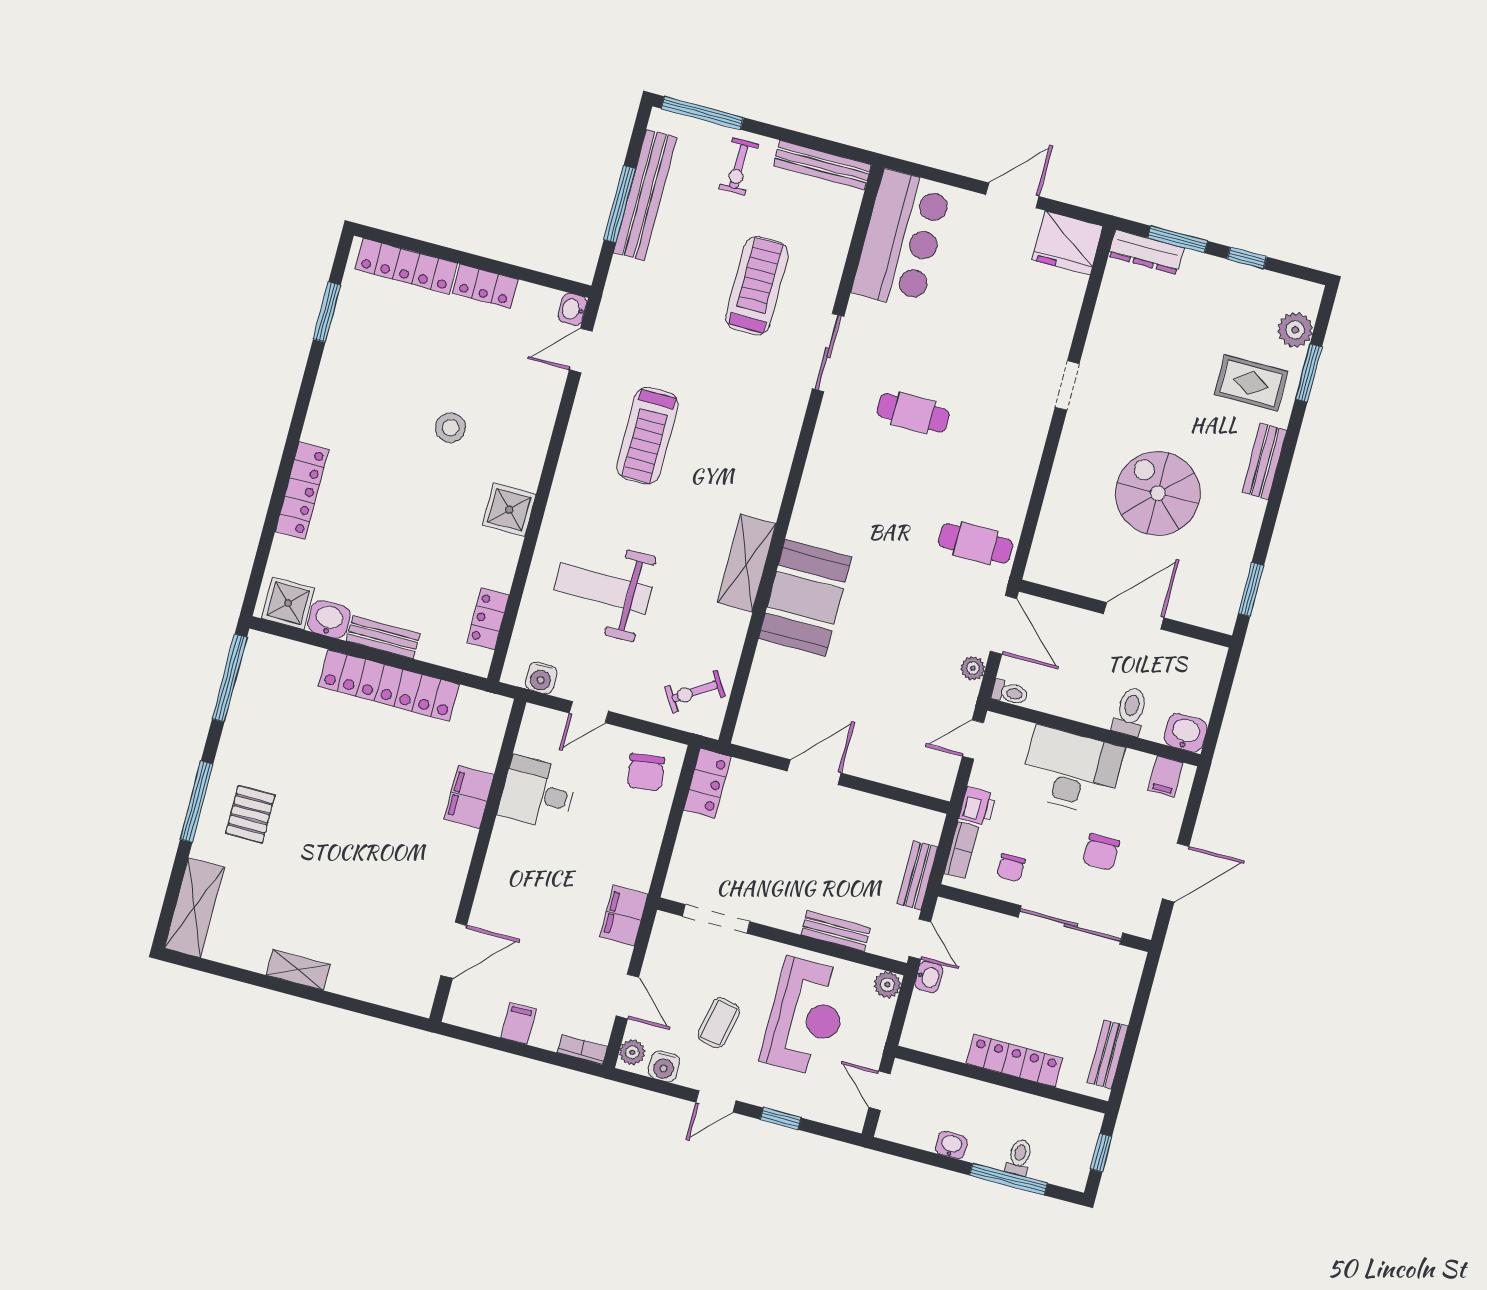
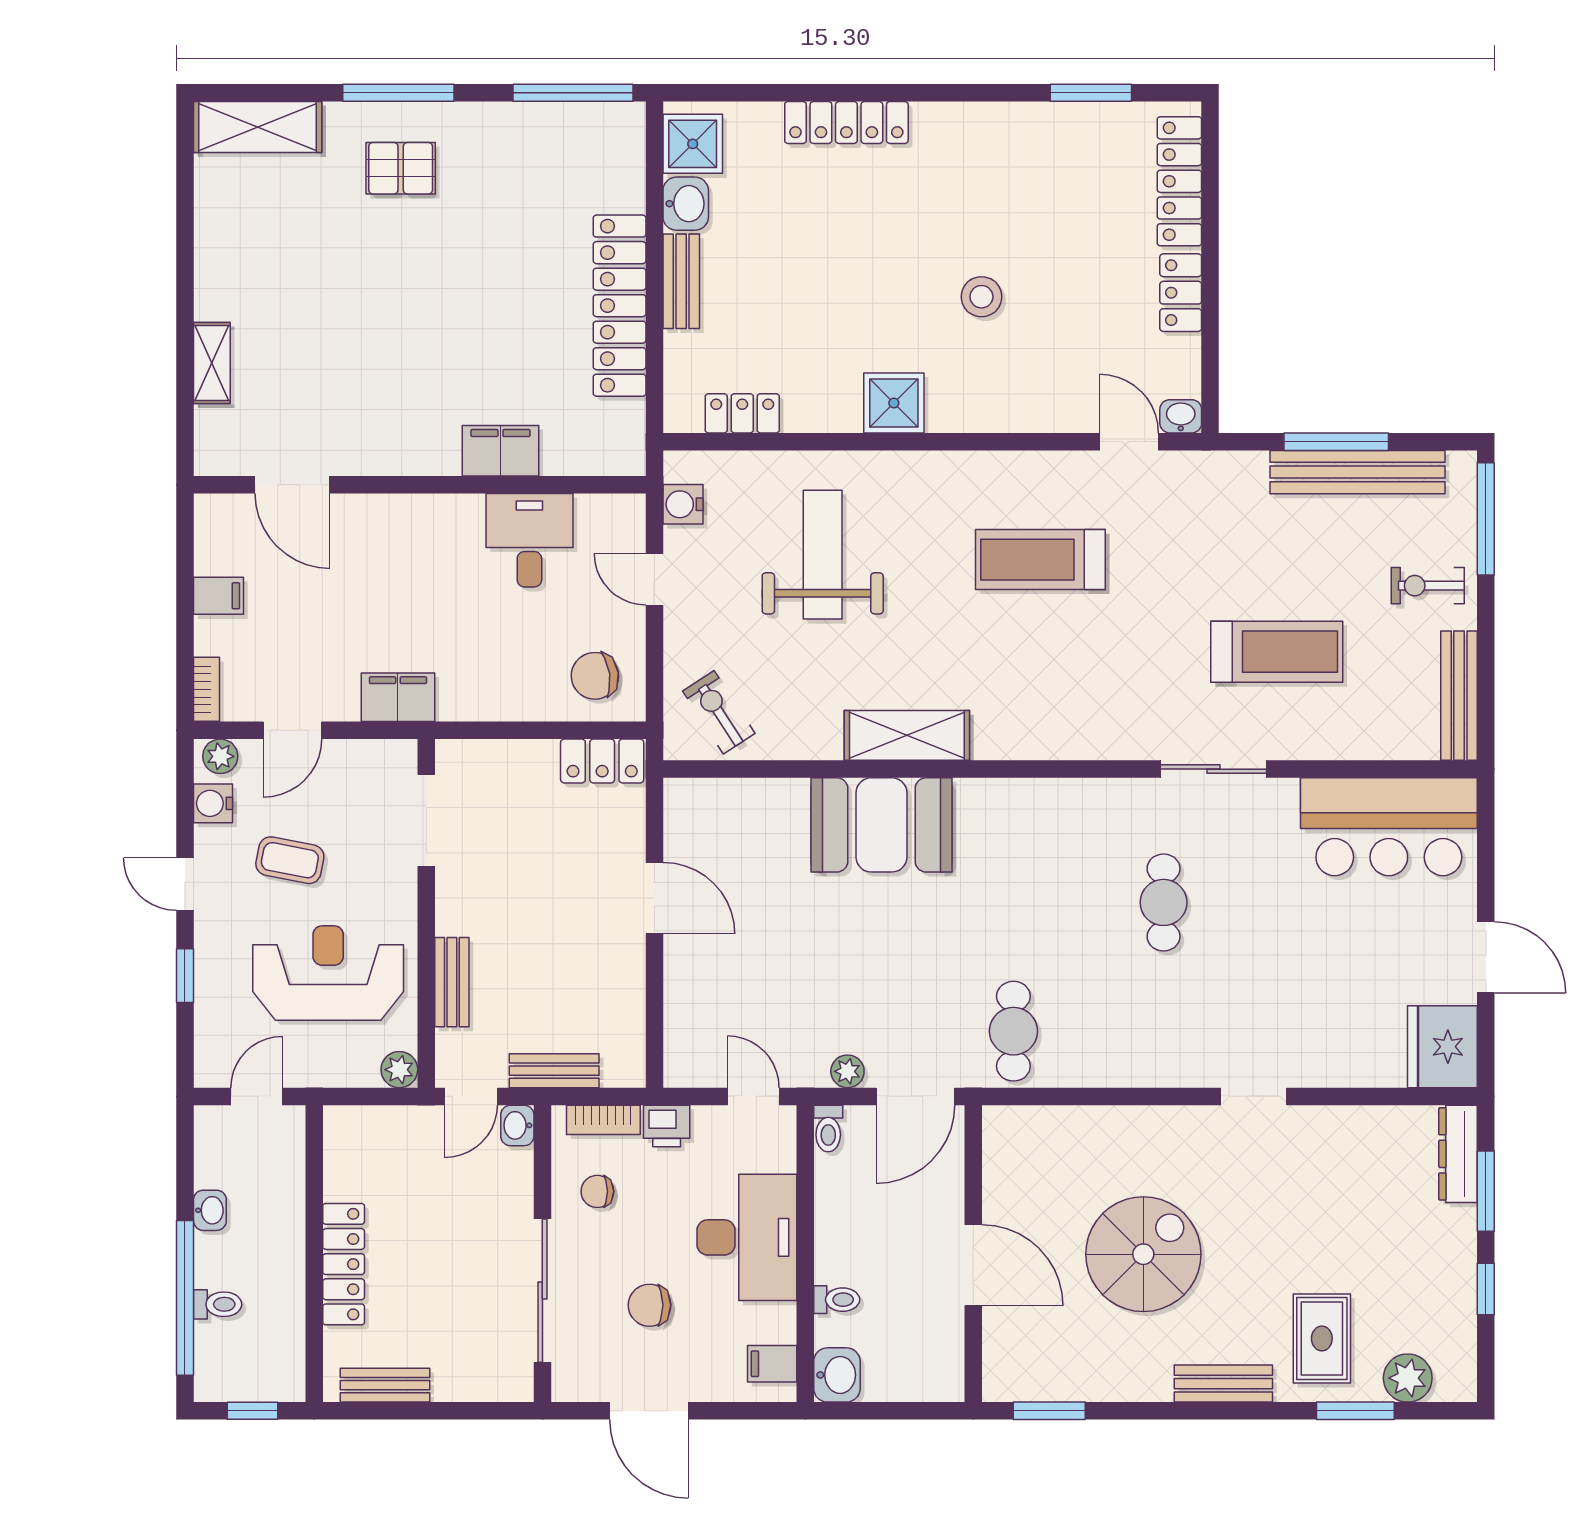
toilet: (1130, 712) -> (837, 1300), width x0.73, depth x0.72
shelving: (298, 970) -> (212, 363), moved
washbasin: (929, 977) -> (517, 1125), moved, turned 90
reception desk: (806, 1017) -> (328, 973), turned 180
window: (1008, 1179) -> (185, 1298), width x1.46

